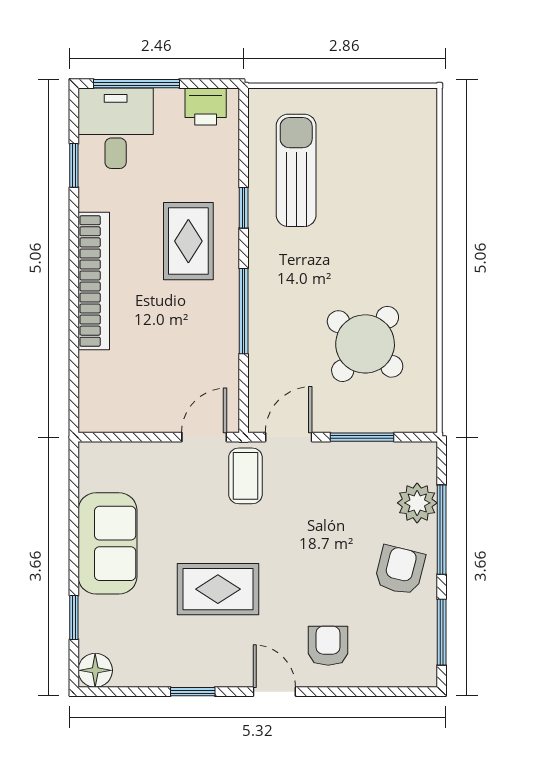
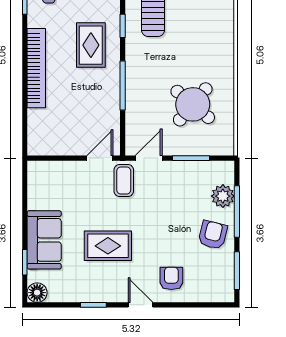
sofa: (107, 543) -> (44, 240), moved

